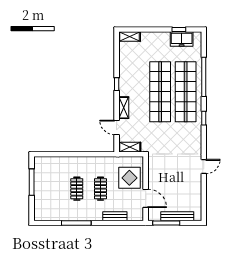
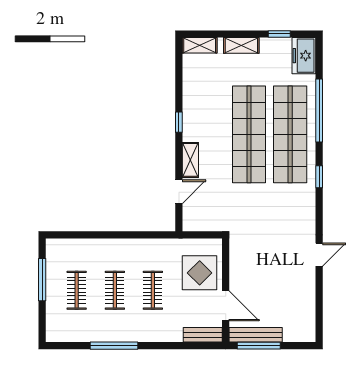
freezer: (182, 39) -> (304, 56), moved, turned 90
door: (117, 127) -> (179, 192), swing flipped
shelving: (130, 147) -> (241, 45), moved
clothes rail: (53, 189) -> (77, 290), added
bench: (115, 216) -> (203, 335), moved
bench: (177, 216) -> (256, 335), moved

